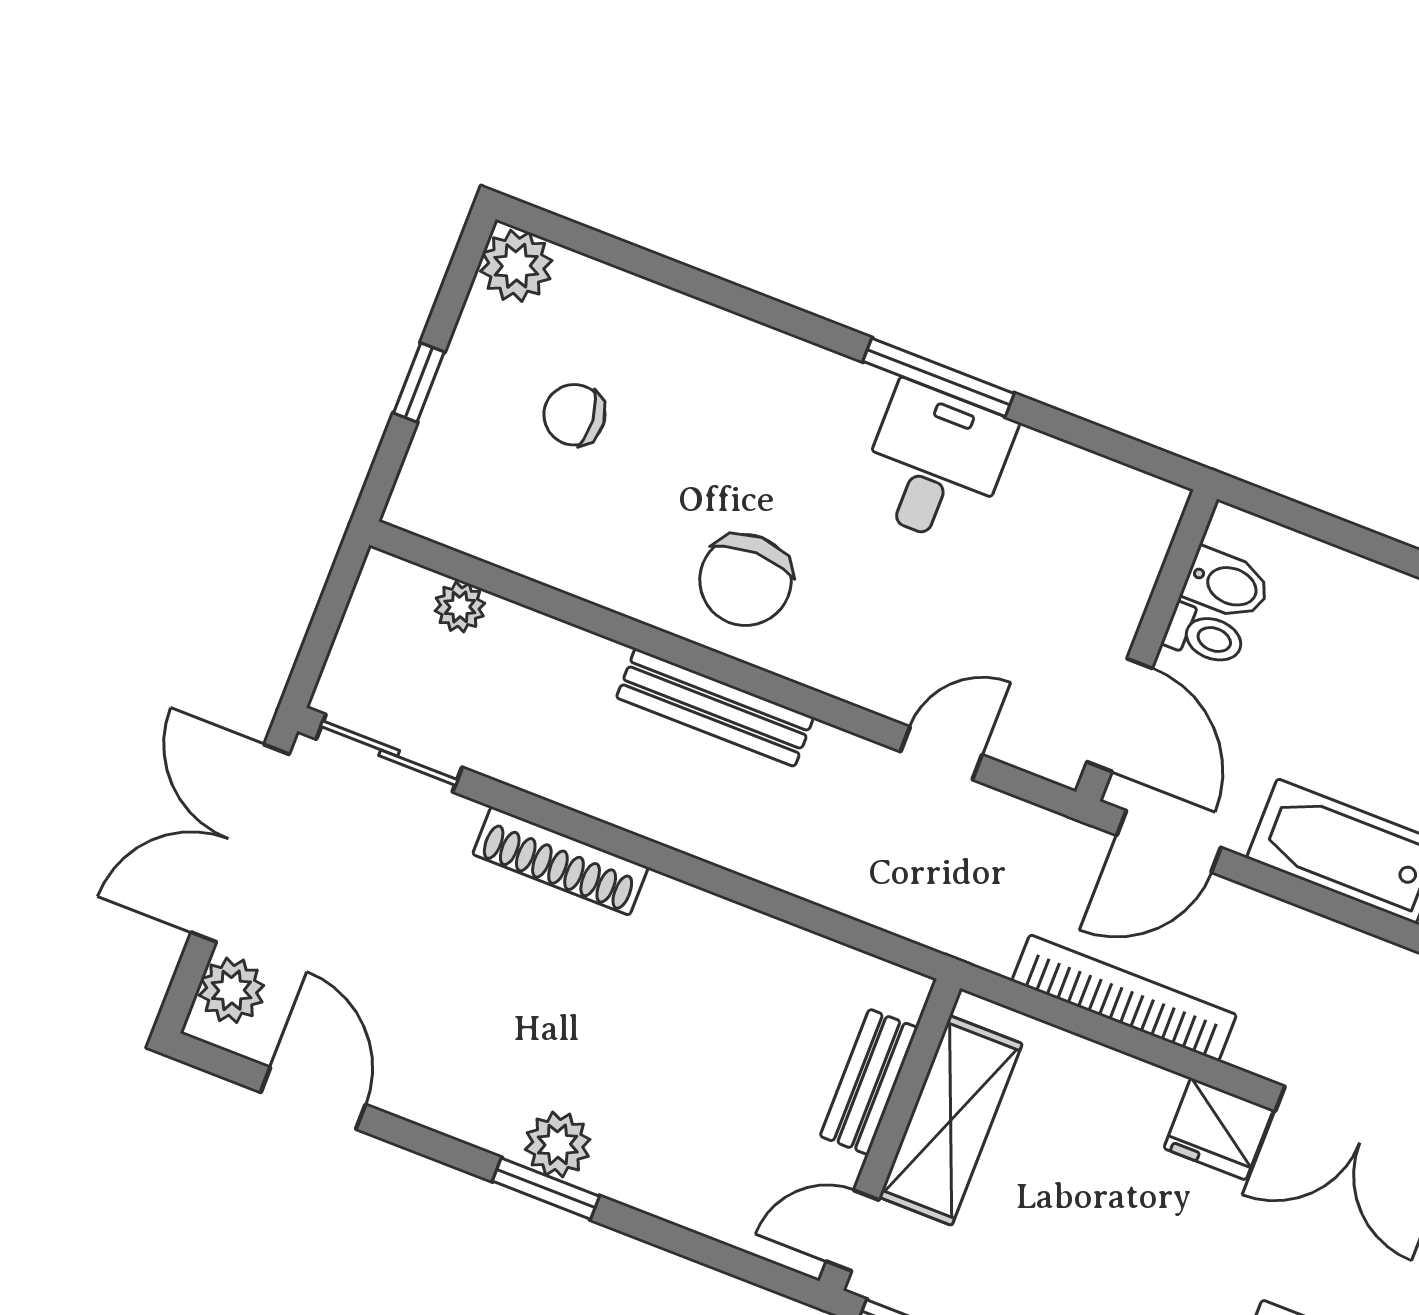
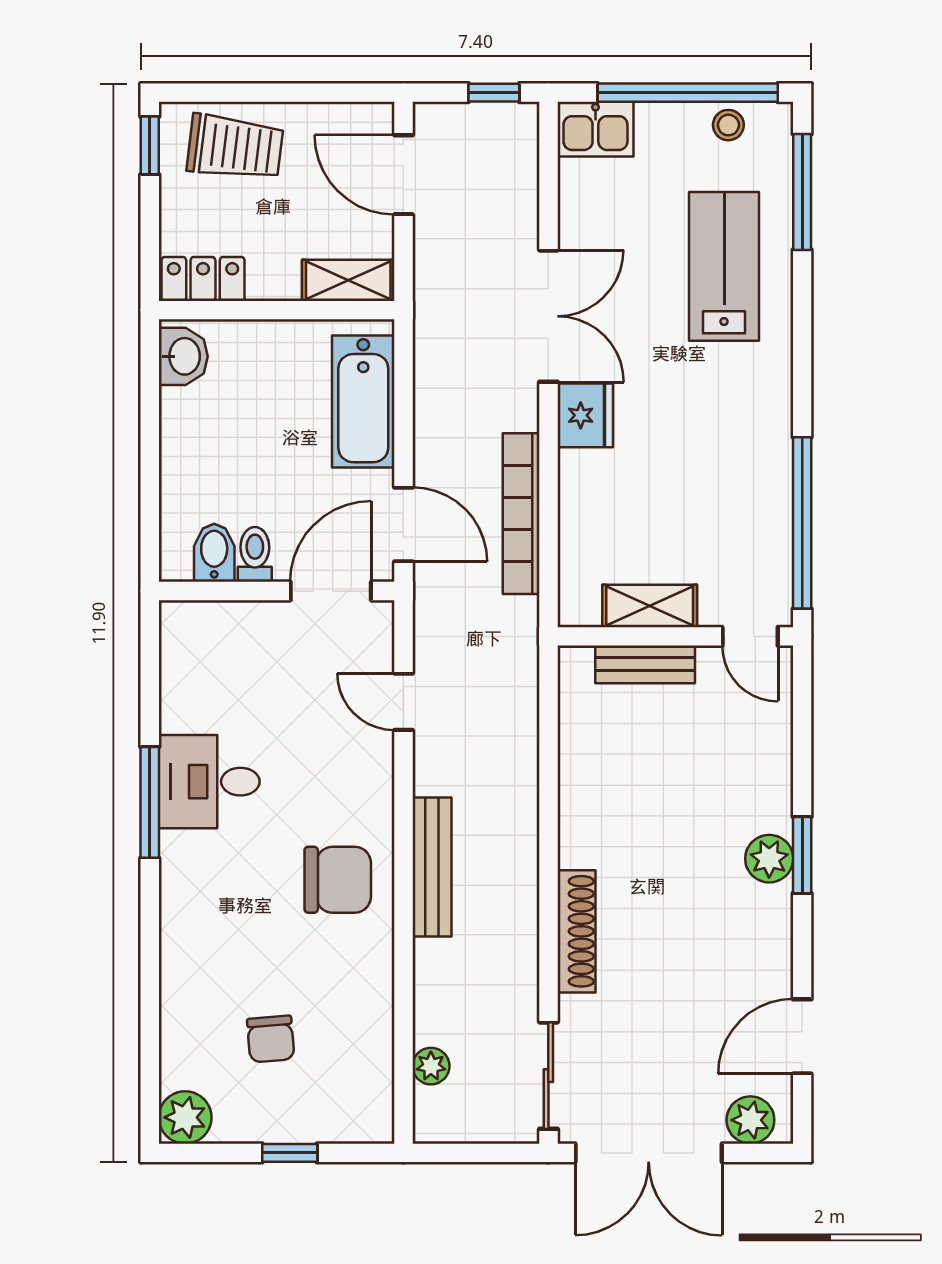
shelving: (951, 1120) -> (650, 606), width x0.67, depth x0.75

